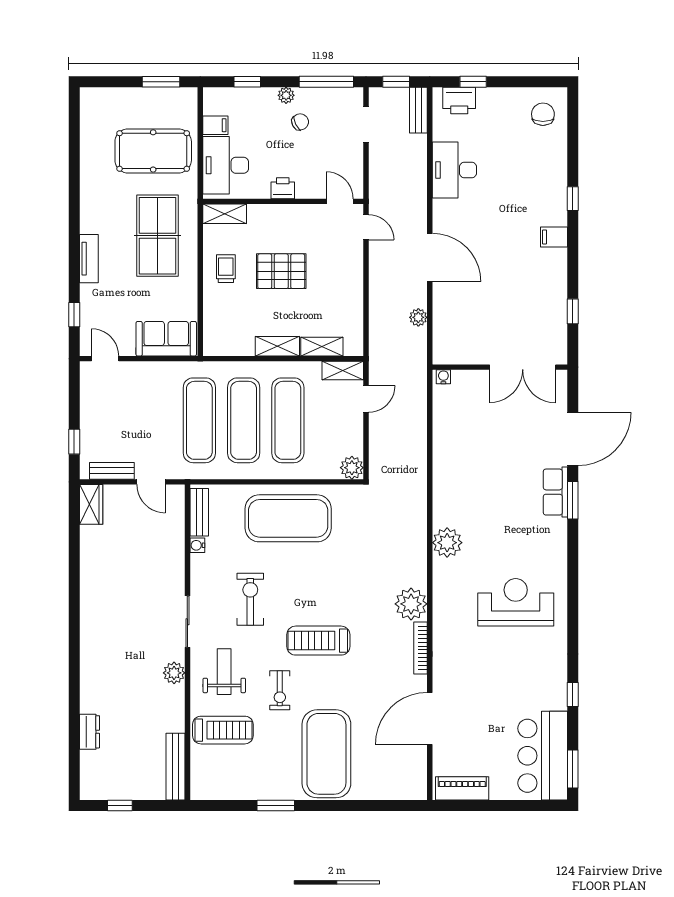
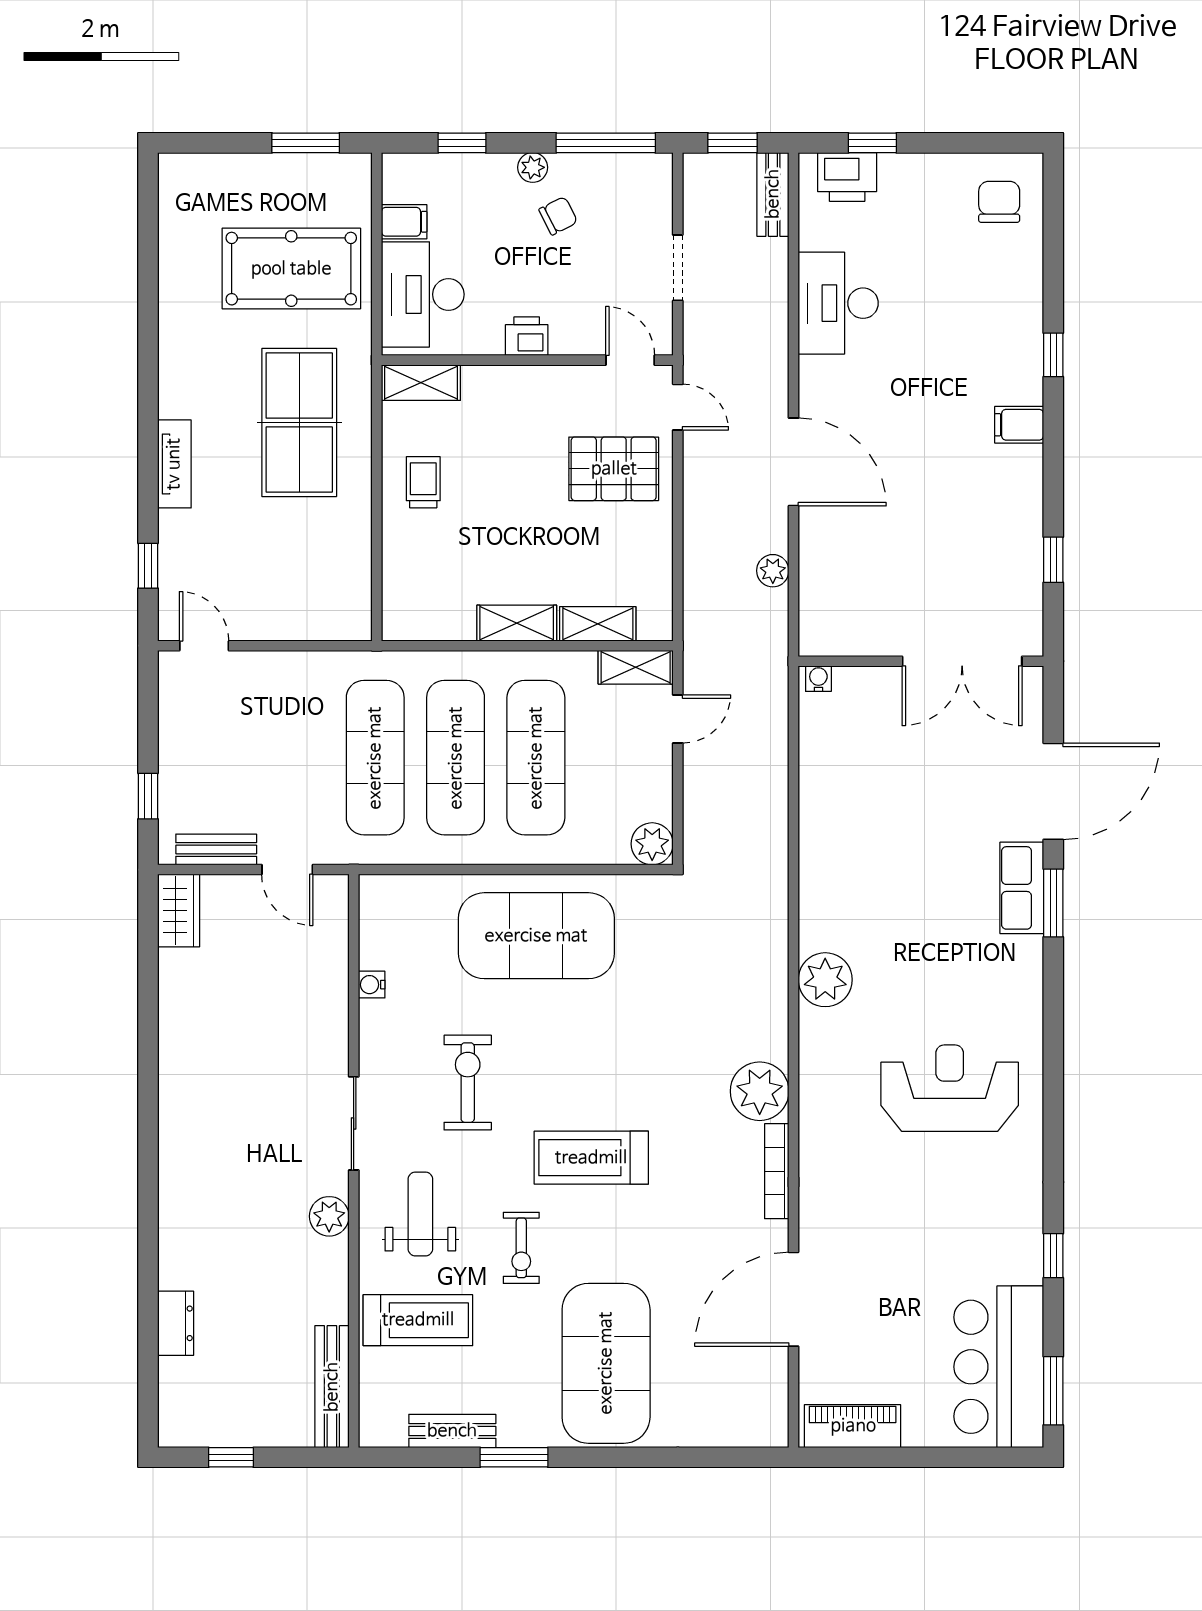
doorway: (366, 124) -> (678, 268), moved
pallet: (281, 271) -> (614, 469), moved
sofa: (166, 339) -> (315, 609), removed
bench: (199, 512) -> (452, 1431), moved, turned 90

